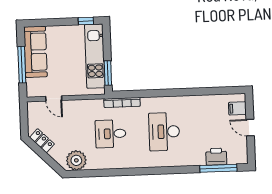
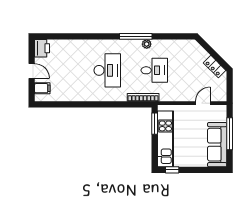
door: (54, 98) -> (203, 103), hinge flipped
printer: (216, 157) -> (42, 48), moved, turned -90
plant: (76, 160) -> (147, 44), moved, width x0.53, depth x0.53
window: (218, 168) -> (136, 36), moved

